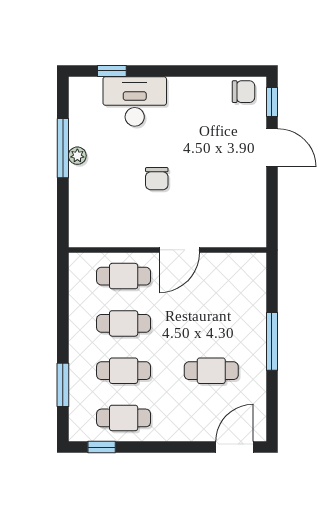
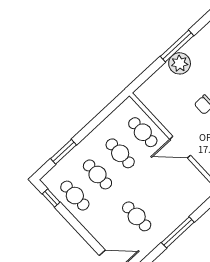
plant: (77, 156) -> (180, 63), width x1.87, depth x1.87

